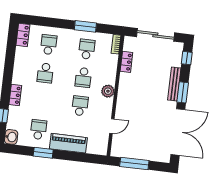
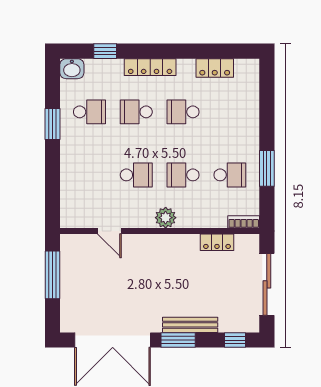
locker: (23, 35) -> (215, 68), moved
school desk: (49, 45) -> (136, 112), moved, turned 180
locker: (15, 95) -> (150, 67), width x1.53
piano: (68, 143) -> (73, 163), removed

